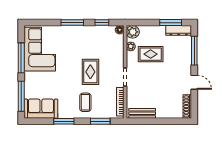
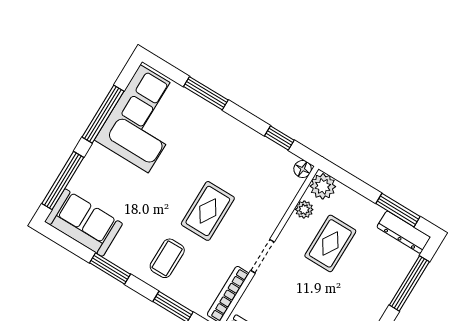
window: (72, 23) -> (206, 93), moved
rug: (151, 54) -> (330, 243), turned 90

